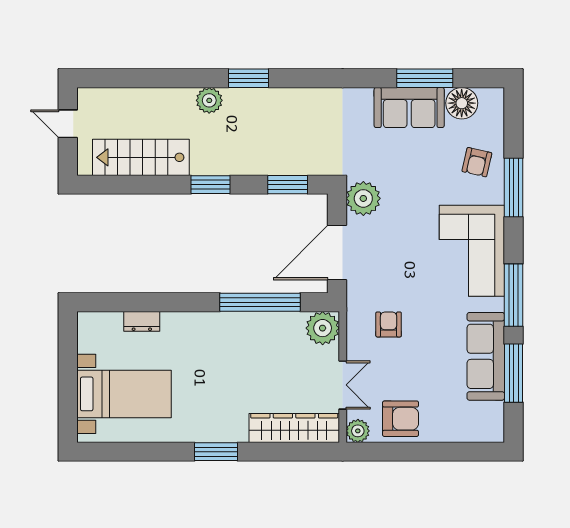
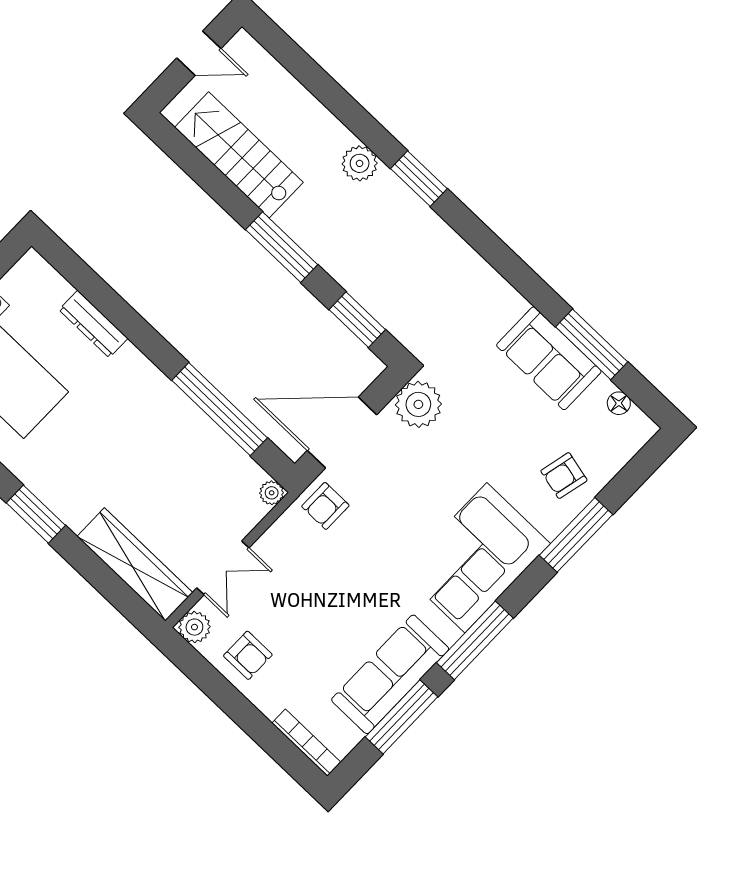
floor lamp: (462, 103) -> (619, 403), width x0.53, depth x0.53
door: (68, 124) -> (199, 53), swing flipped
window: (211, 185) -> (282, 247), width x1.44
dresser: (142, 321) -> (93, 324), width x1.44
armchair: (389, 324) -> (325, 506), moved, turned 180
plant: (323, 328) -> (272, 493), width x0.53, depth x0.53
armchair: (401, 419) -> (248, 655), width x0.72, depth x0.72
bookcase: (476, 435) -> (306, 743), added

